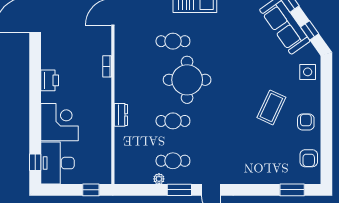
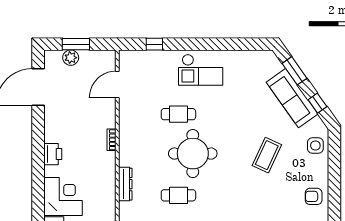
coffee table: (271, 107) -> (267, 155), moved
dresser: (121, 115) -> (125, 184), width x1.44
armchair: (306, 122) -> (314, 196), turned -90

